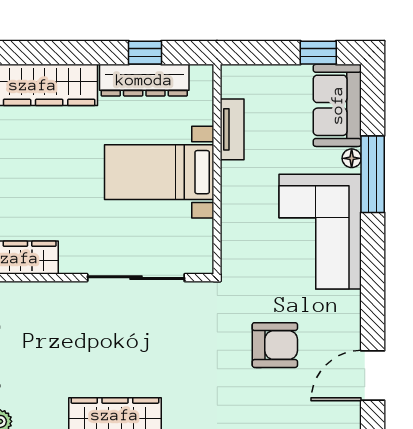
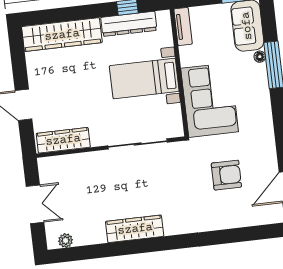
tv unit: (232, 129) -> (183, 27), moved
corner sofa: (320, 232) -> (210, 100), moved, turned 180

